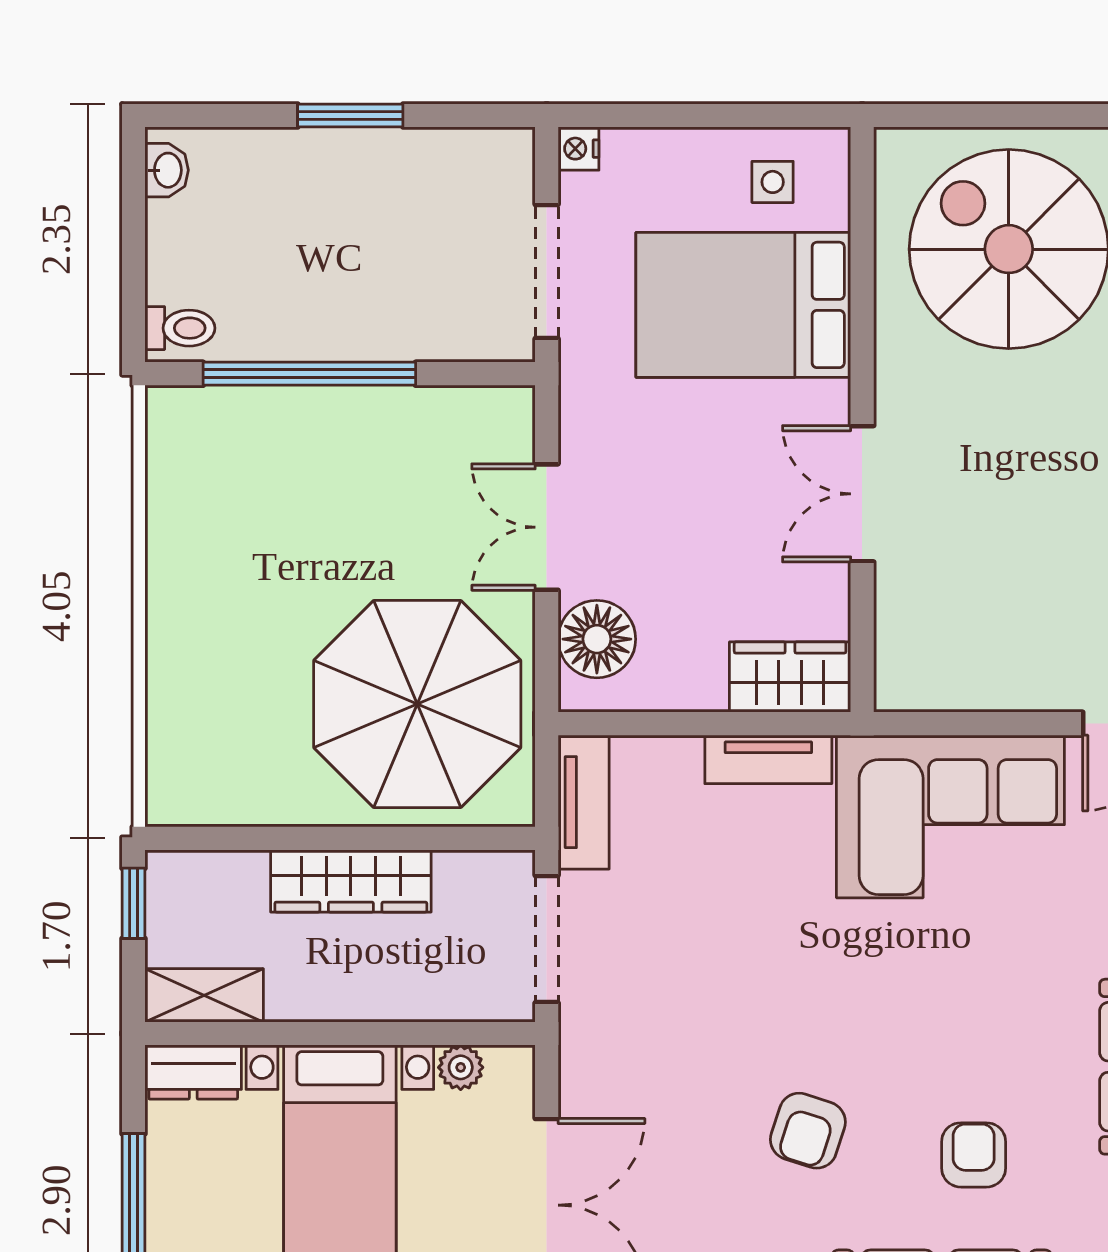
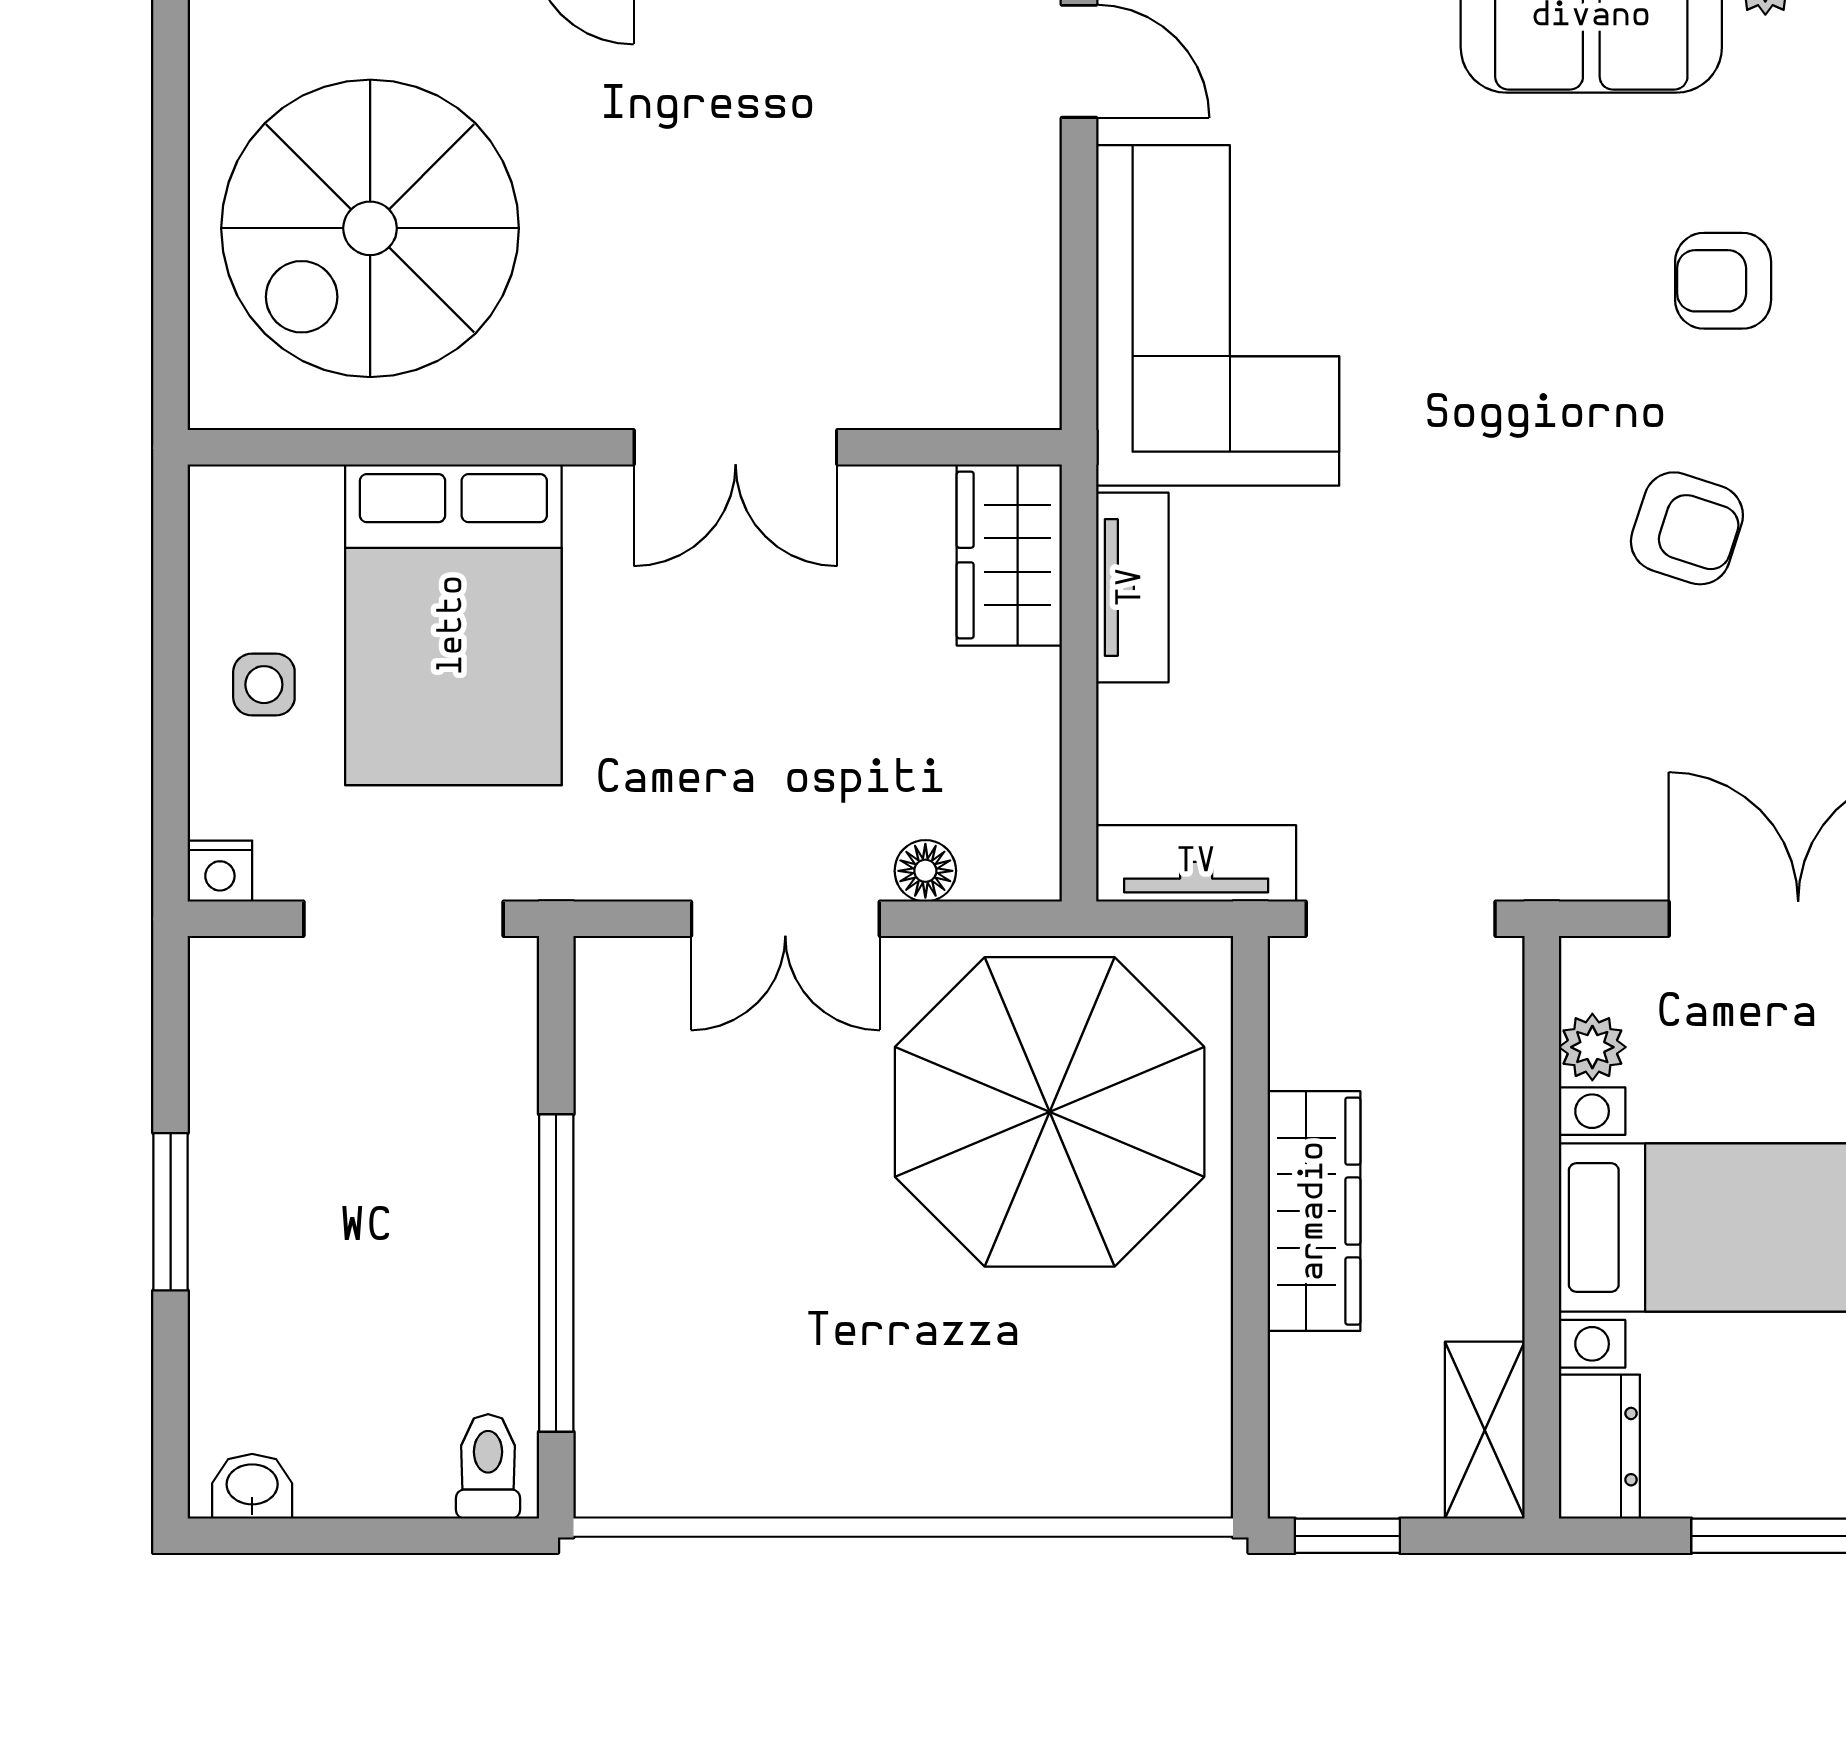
side table: (773, 182) -> (264, 685), moved
floor lamp: (597, 639) -> (925, 871), width x0.53, depth x0.53

